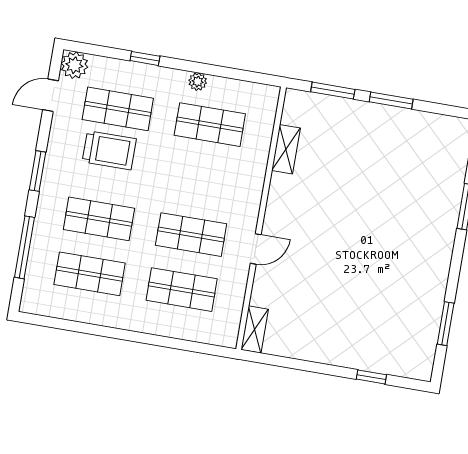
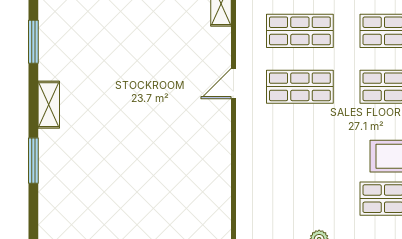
shop shelf: (210, 125) -> (300, 199), removed
shelving: (286, 149) -> (49, 105), moved

